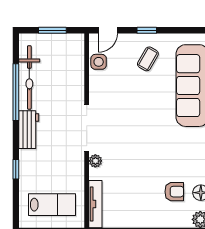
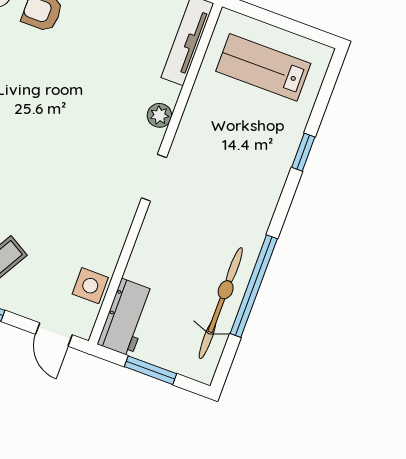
door: (108, 30) -> (54, 335), swing flipped
doorway: (87, 128) -> (154, 178), width x0.53
workbench: (29, 130) -> (126, 317), moved, turned 180

